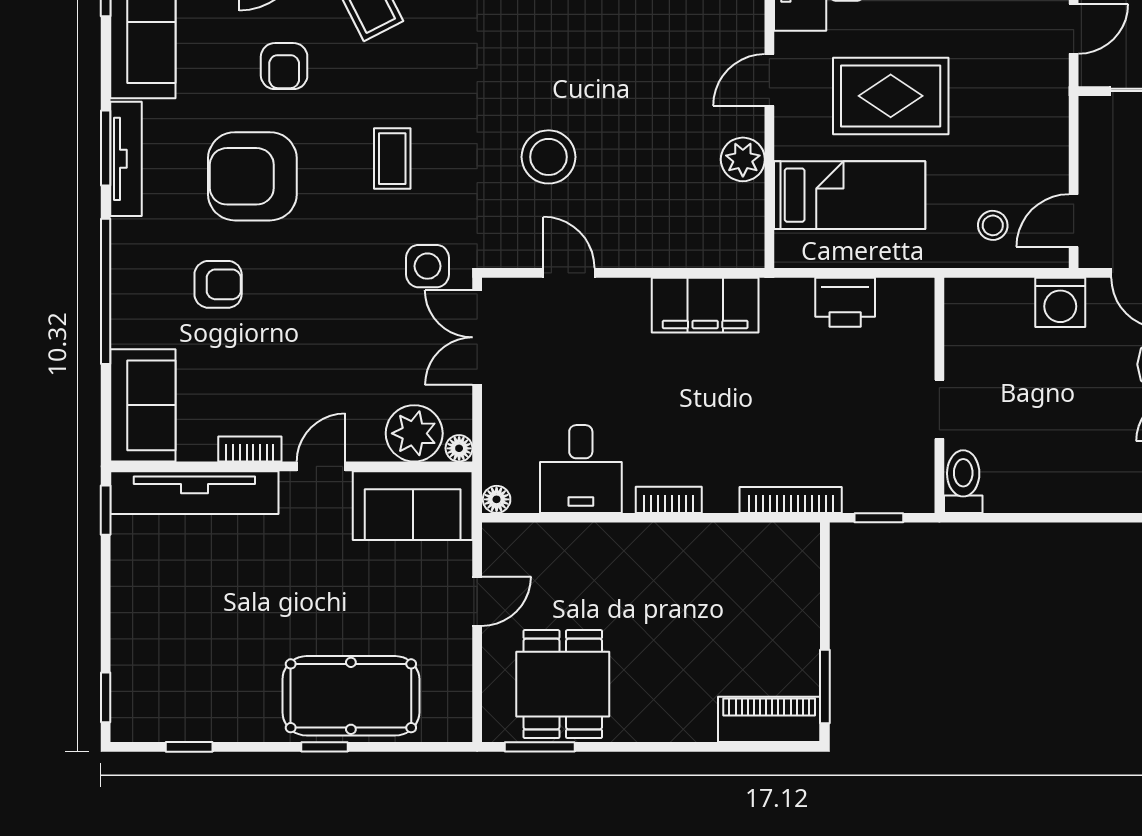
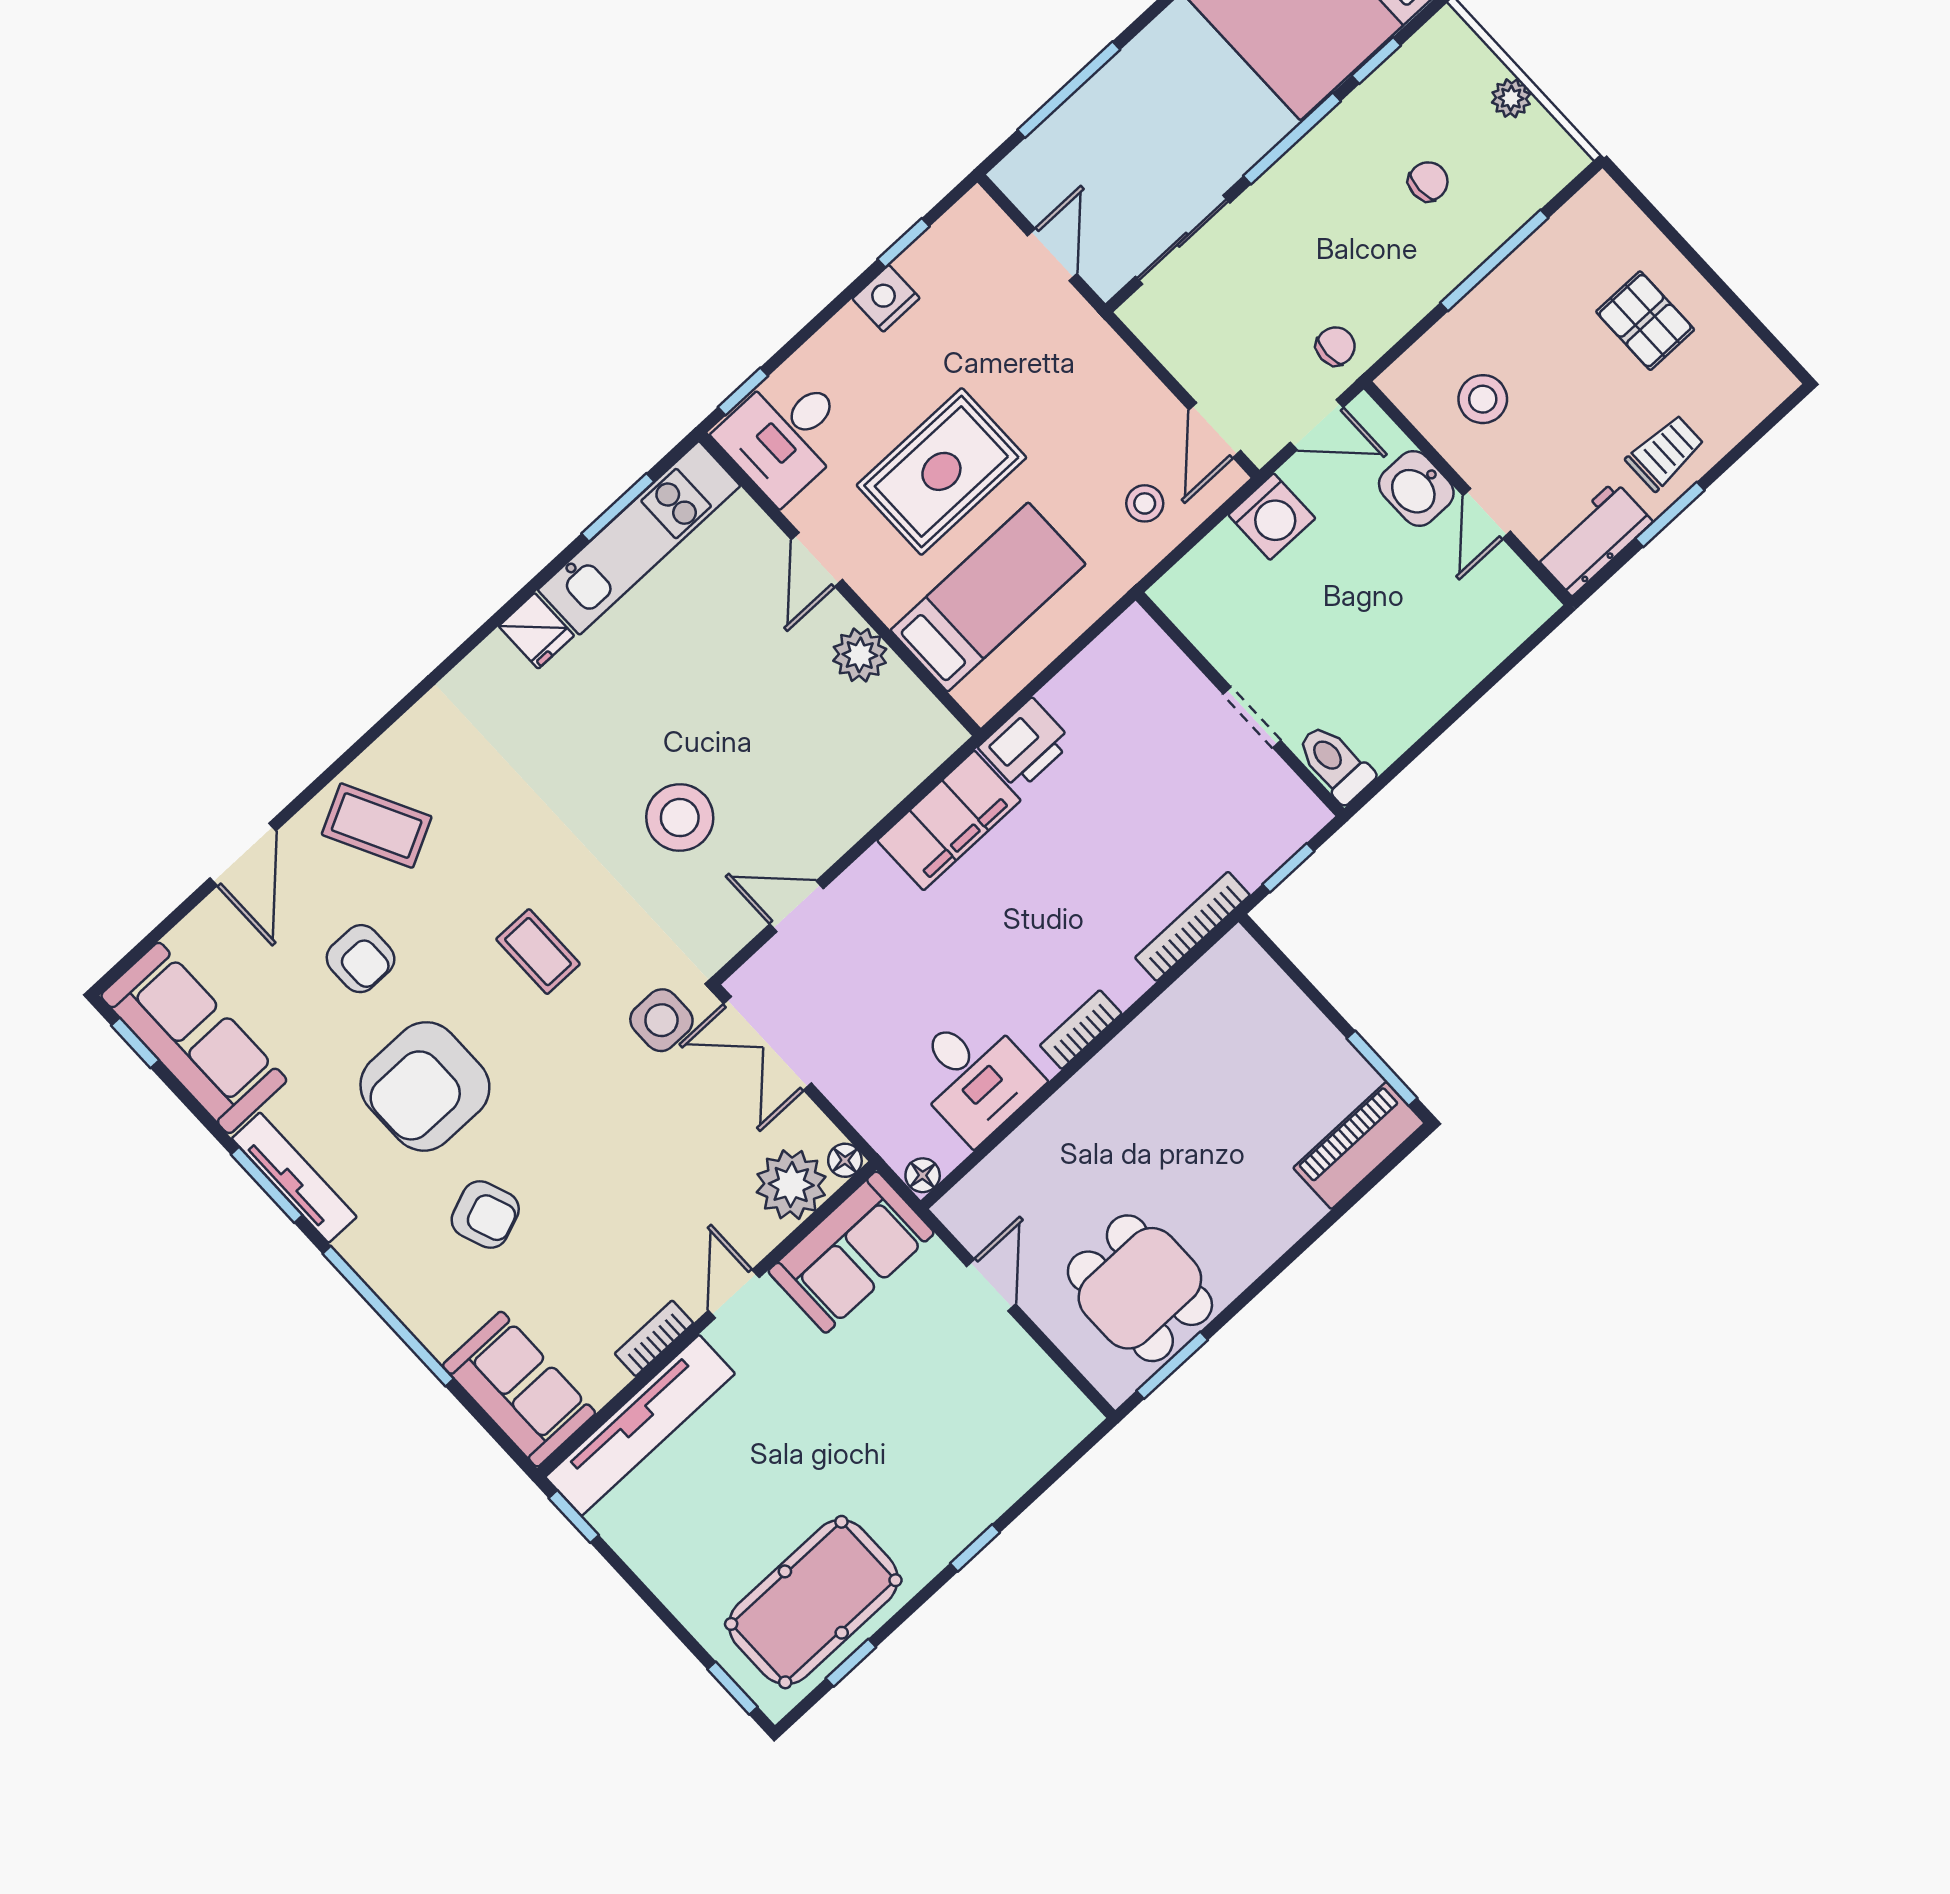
armchair: (218, 284) -> (485, 1214), turned 69
printer: (845, 302) -> (1025, 745), moved
pool table: (351, 696) -> (813, 1602), moved

